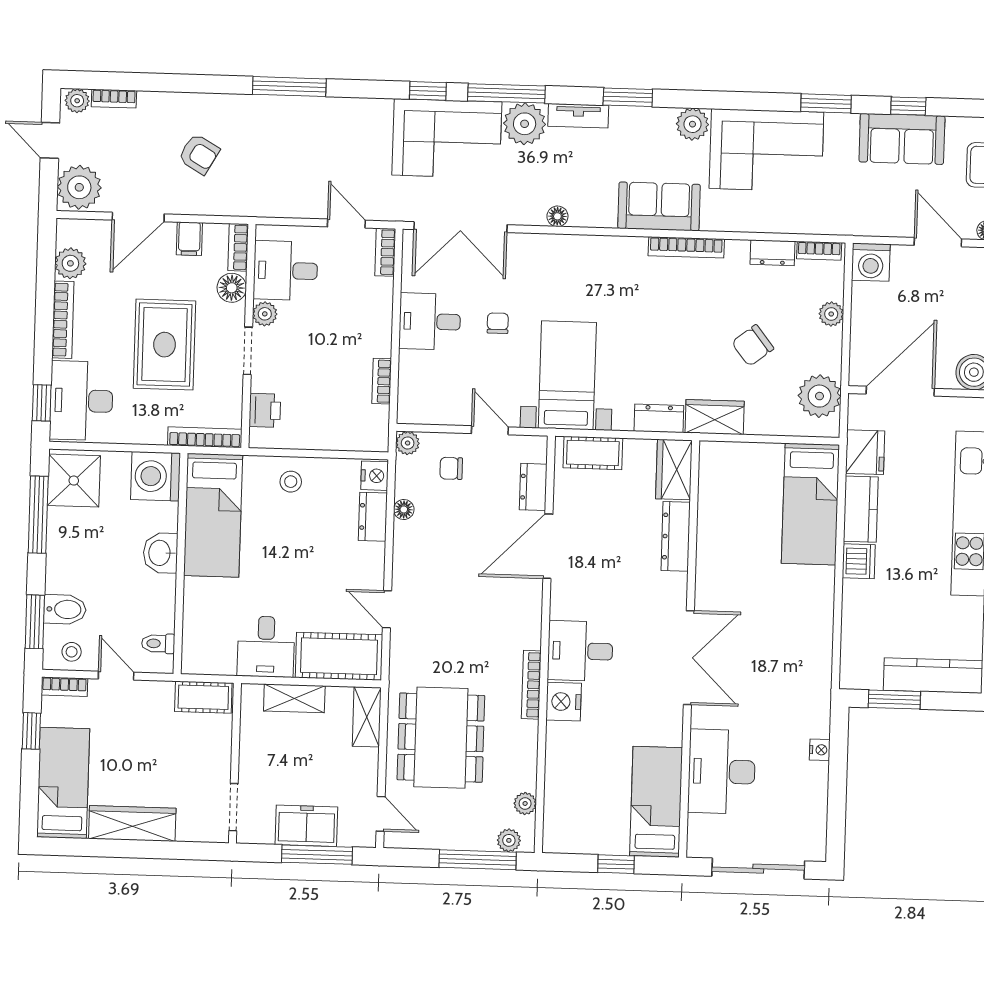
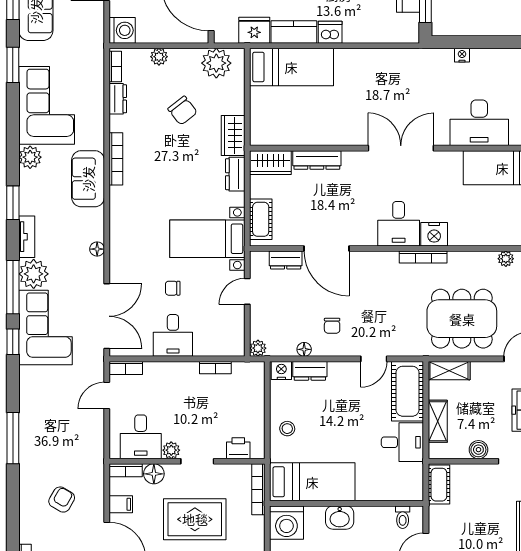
chair: (451, 468) -> (332, 326), moved
boiler: (252, 756) -> (478, 450), added

